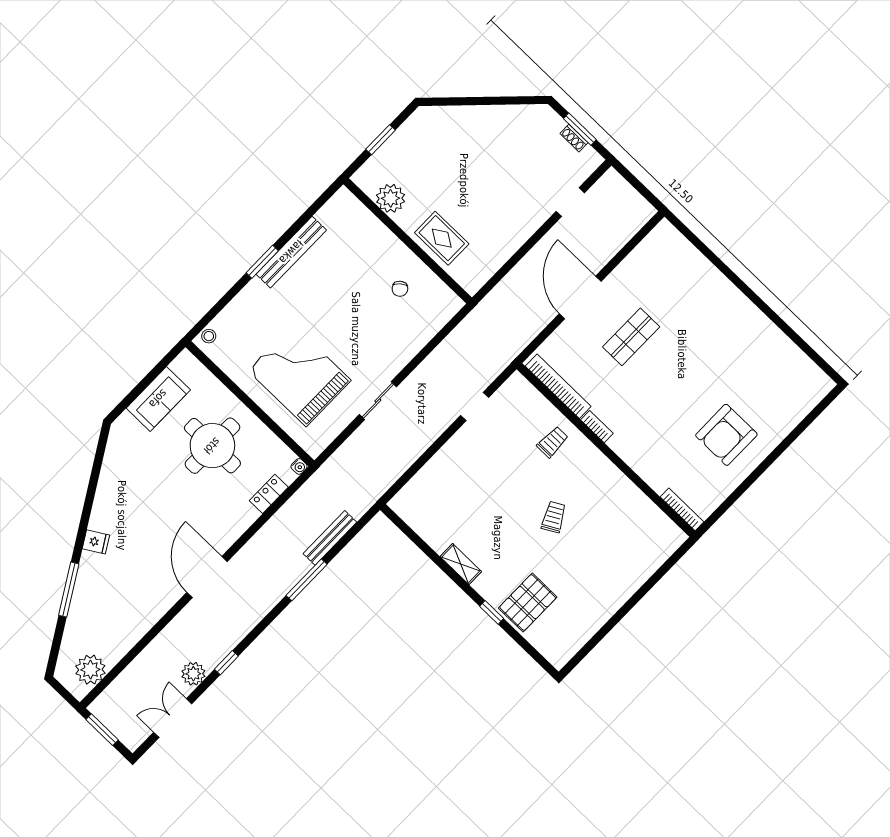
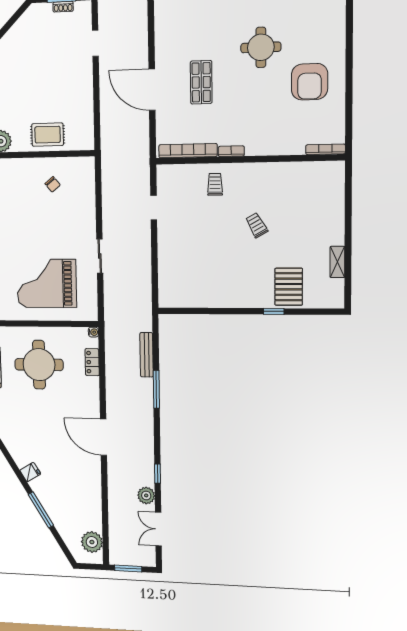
round table: (714, 361) -> (261, 47), added
shelving: (461, 564) -> (337, 262), moved, turned 90

